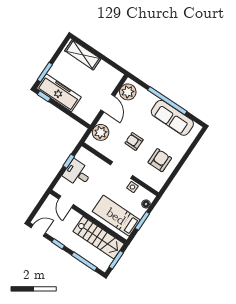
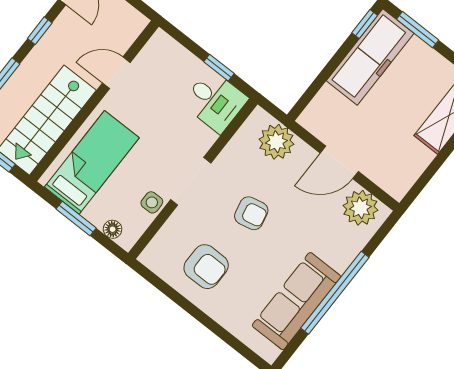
armchair: (134, 141) -> (251, 213), turned 78
desk: (77, 173) -> (215, 101), moved, turned 90
door: (66, 202) -> (116, 73), moved

